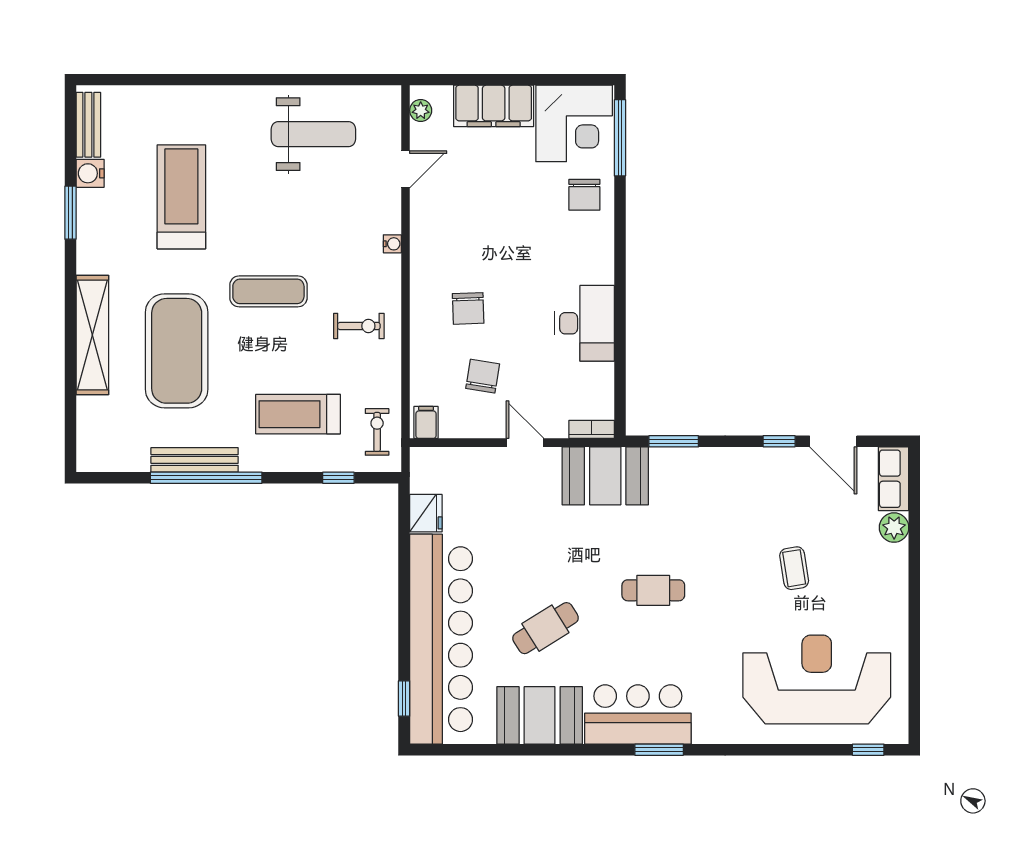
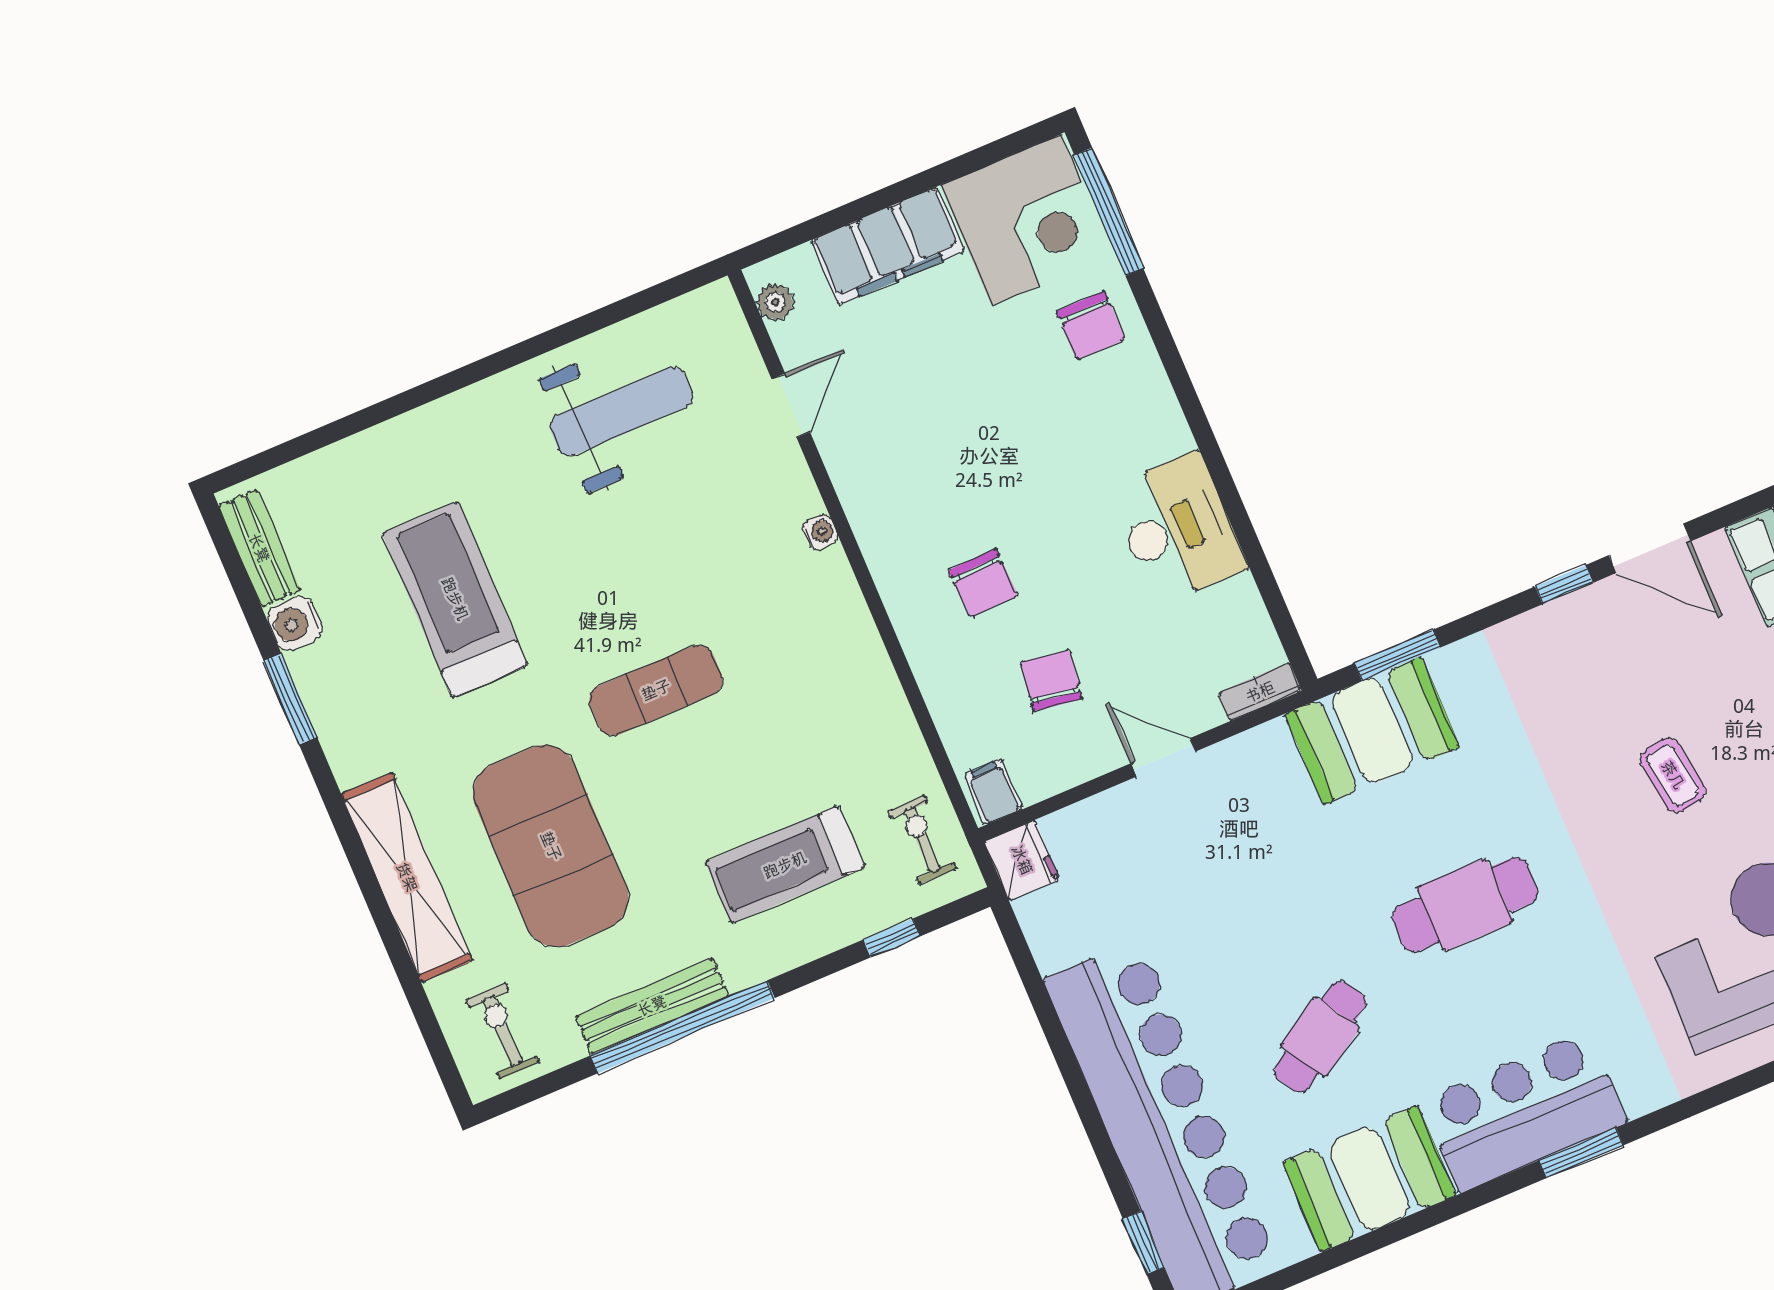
exercise bike: (359, 326) -> (503, 1031), moved, turned -90
booth: (605, 476) -> (1372, 731), moved
fridge: (426, 513) -> (1022, 860), moved
cafe table: (653, 590) -> (1465, 905), width x1.37, depth x1.35

